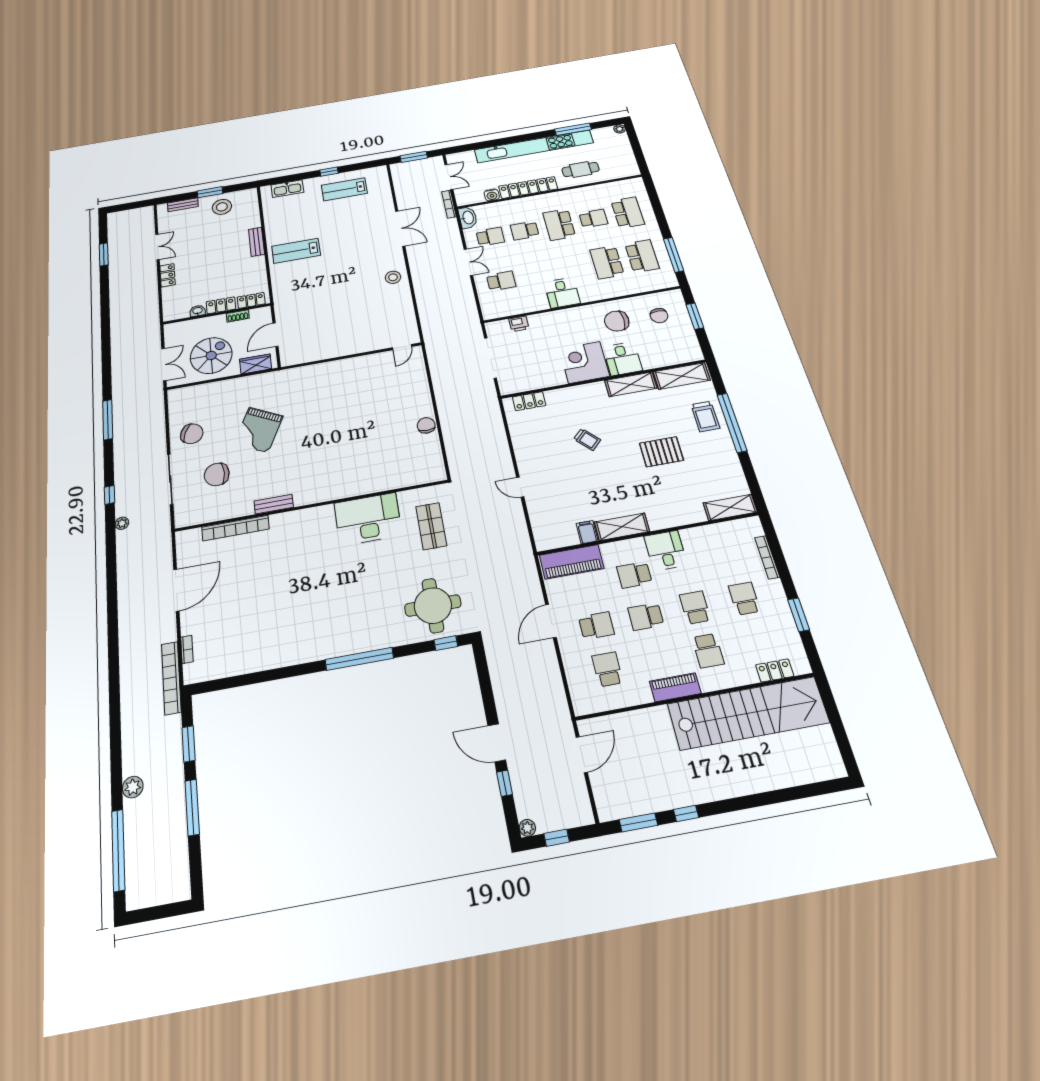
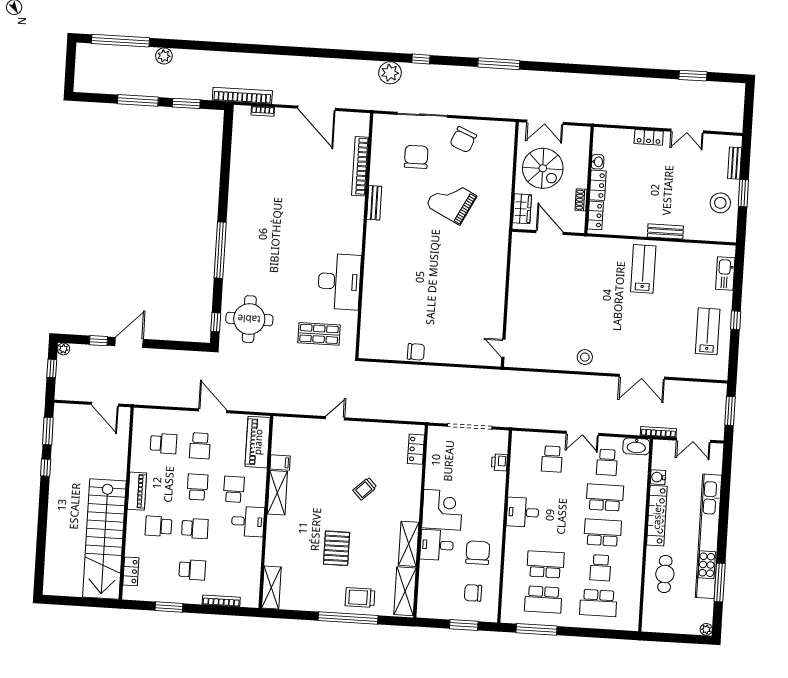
school desk: (525, 231) -> (605, 497), width x1.85
plant: (122, 523) -> (390, 73), width x1.88, depth x1.88

